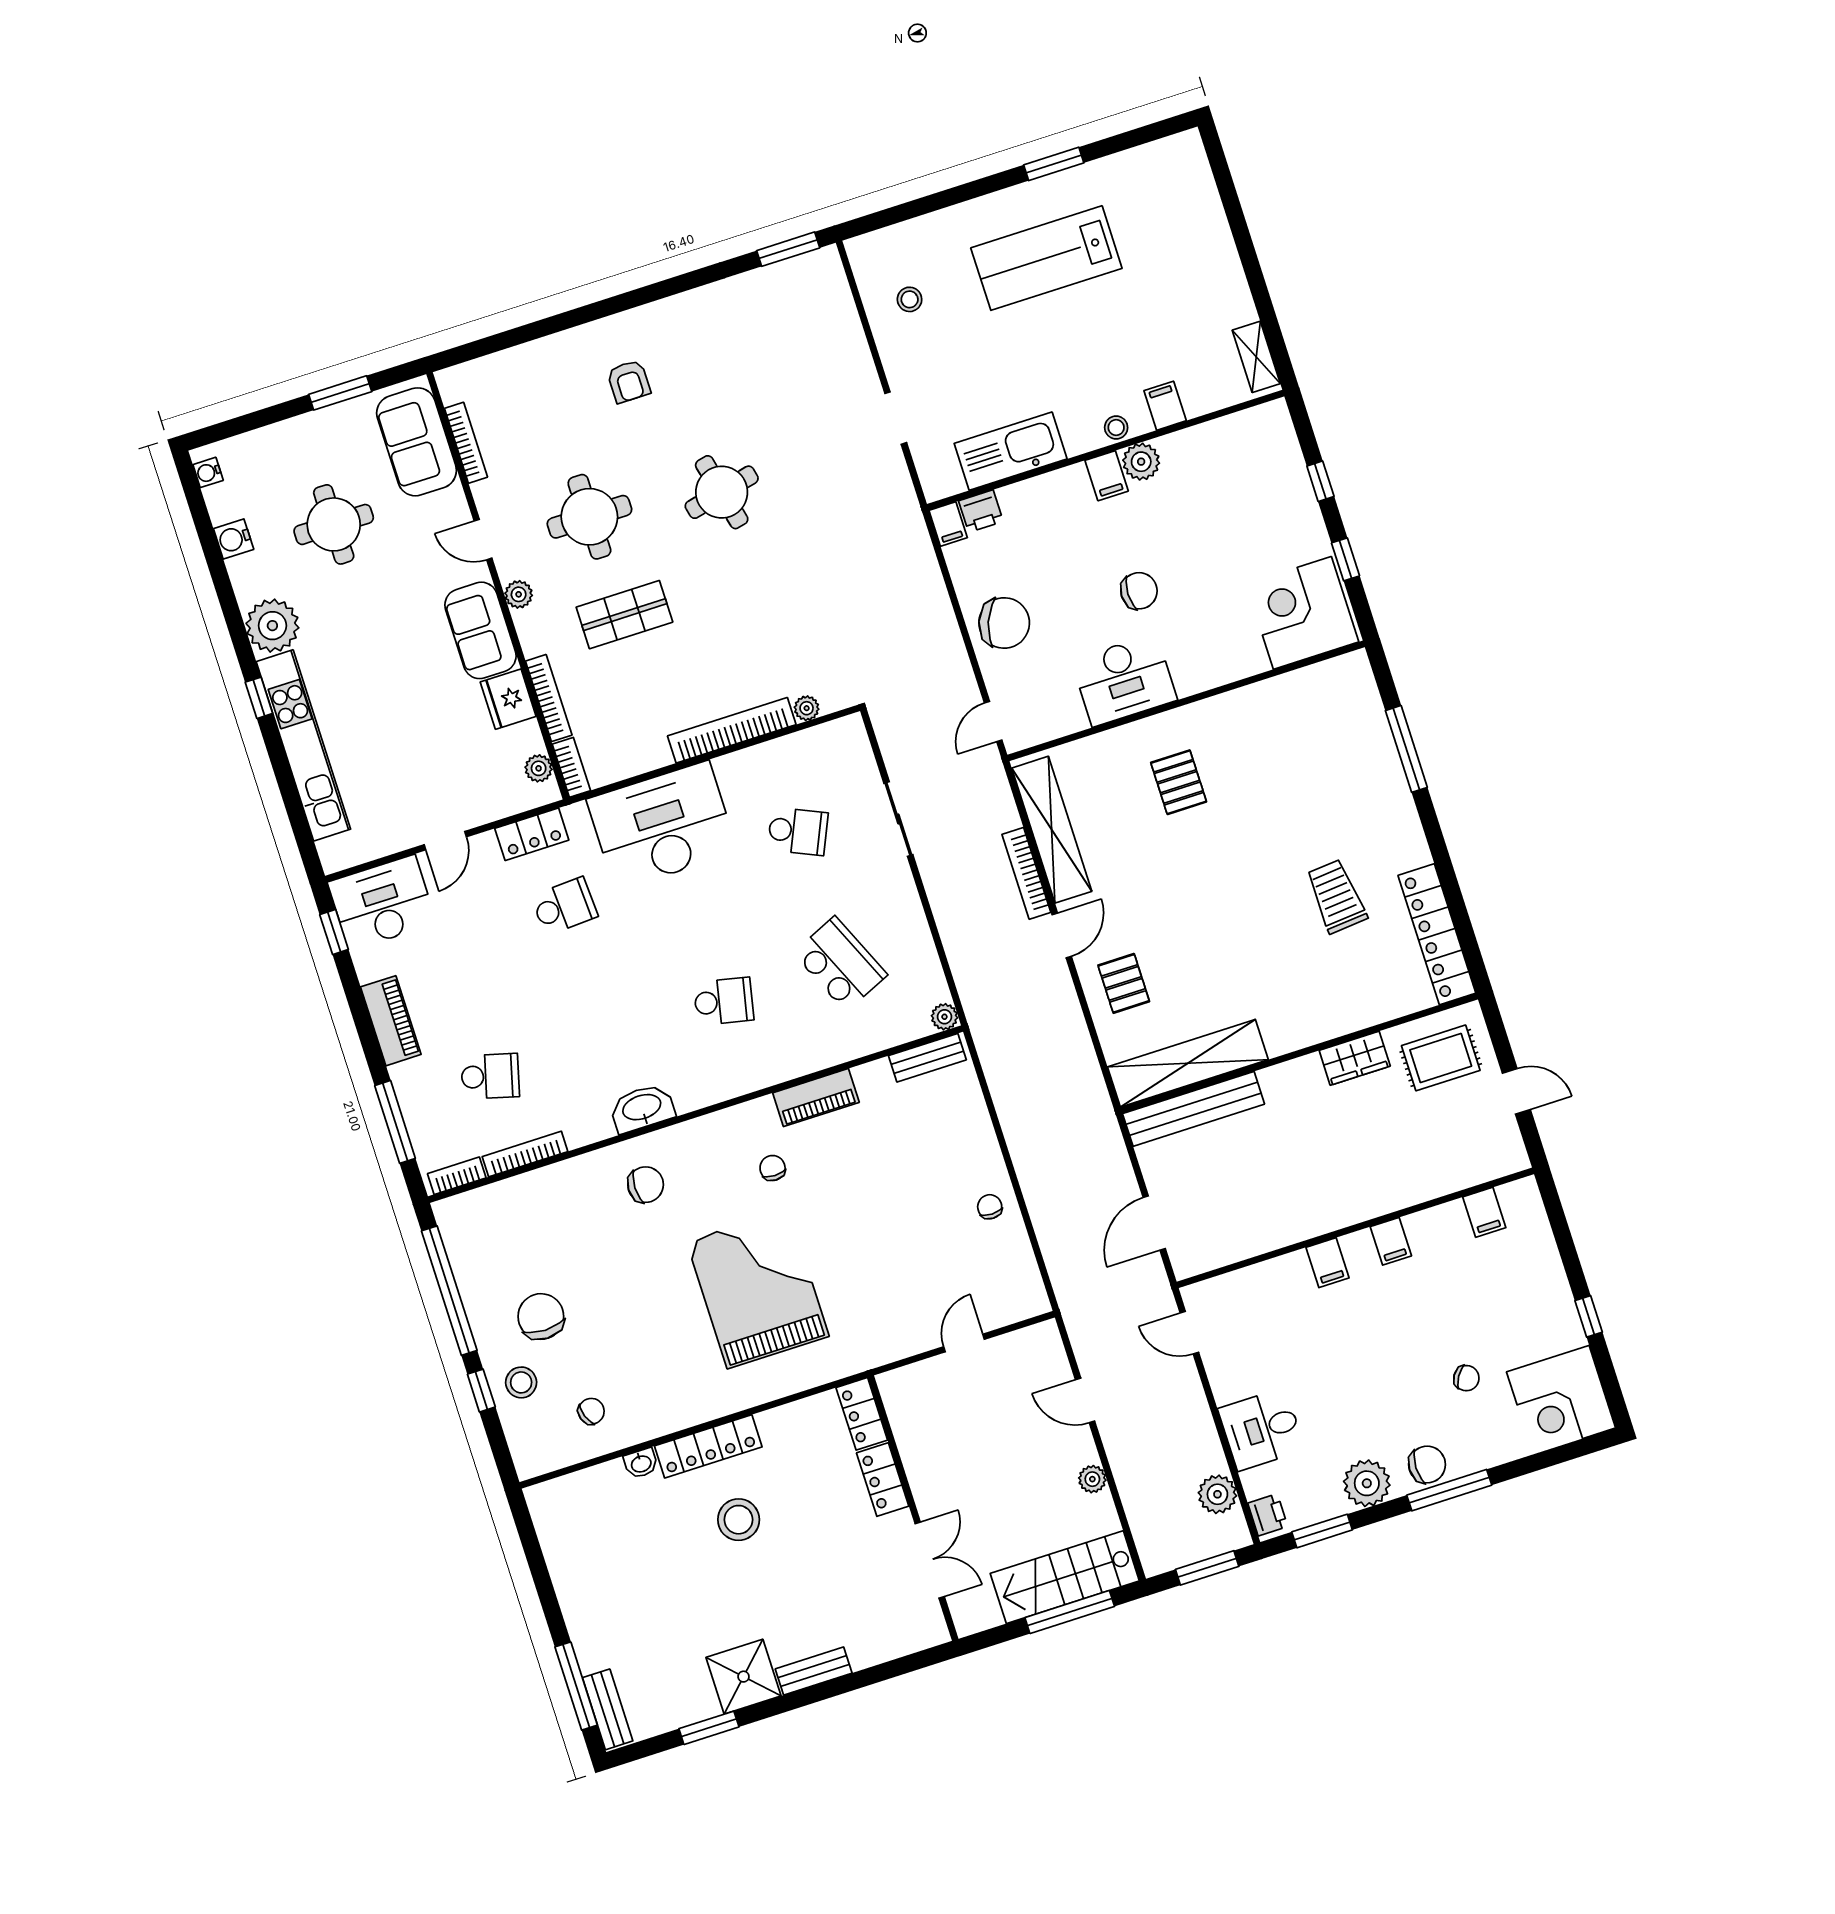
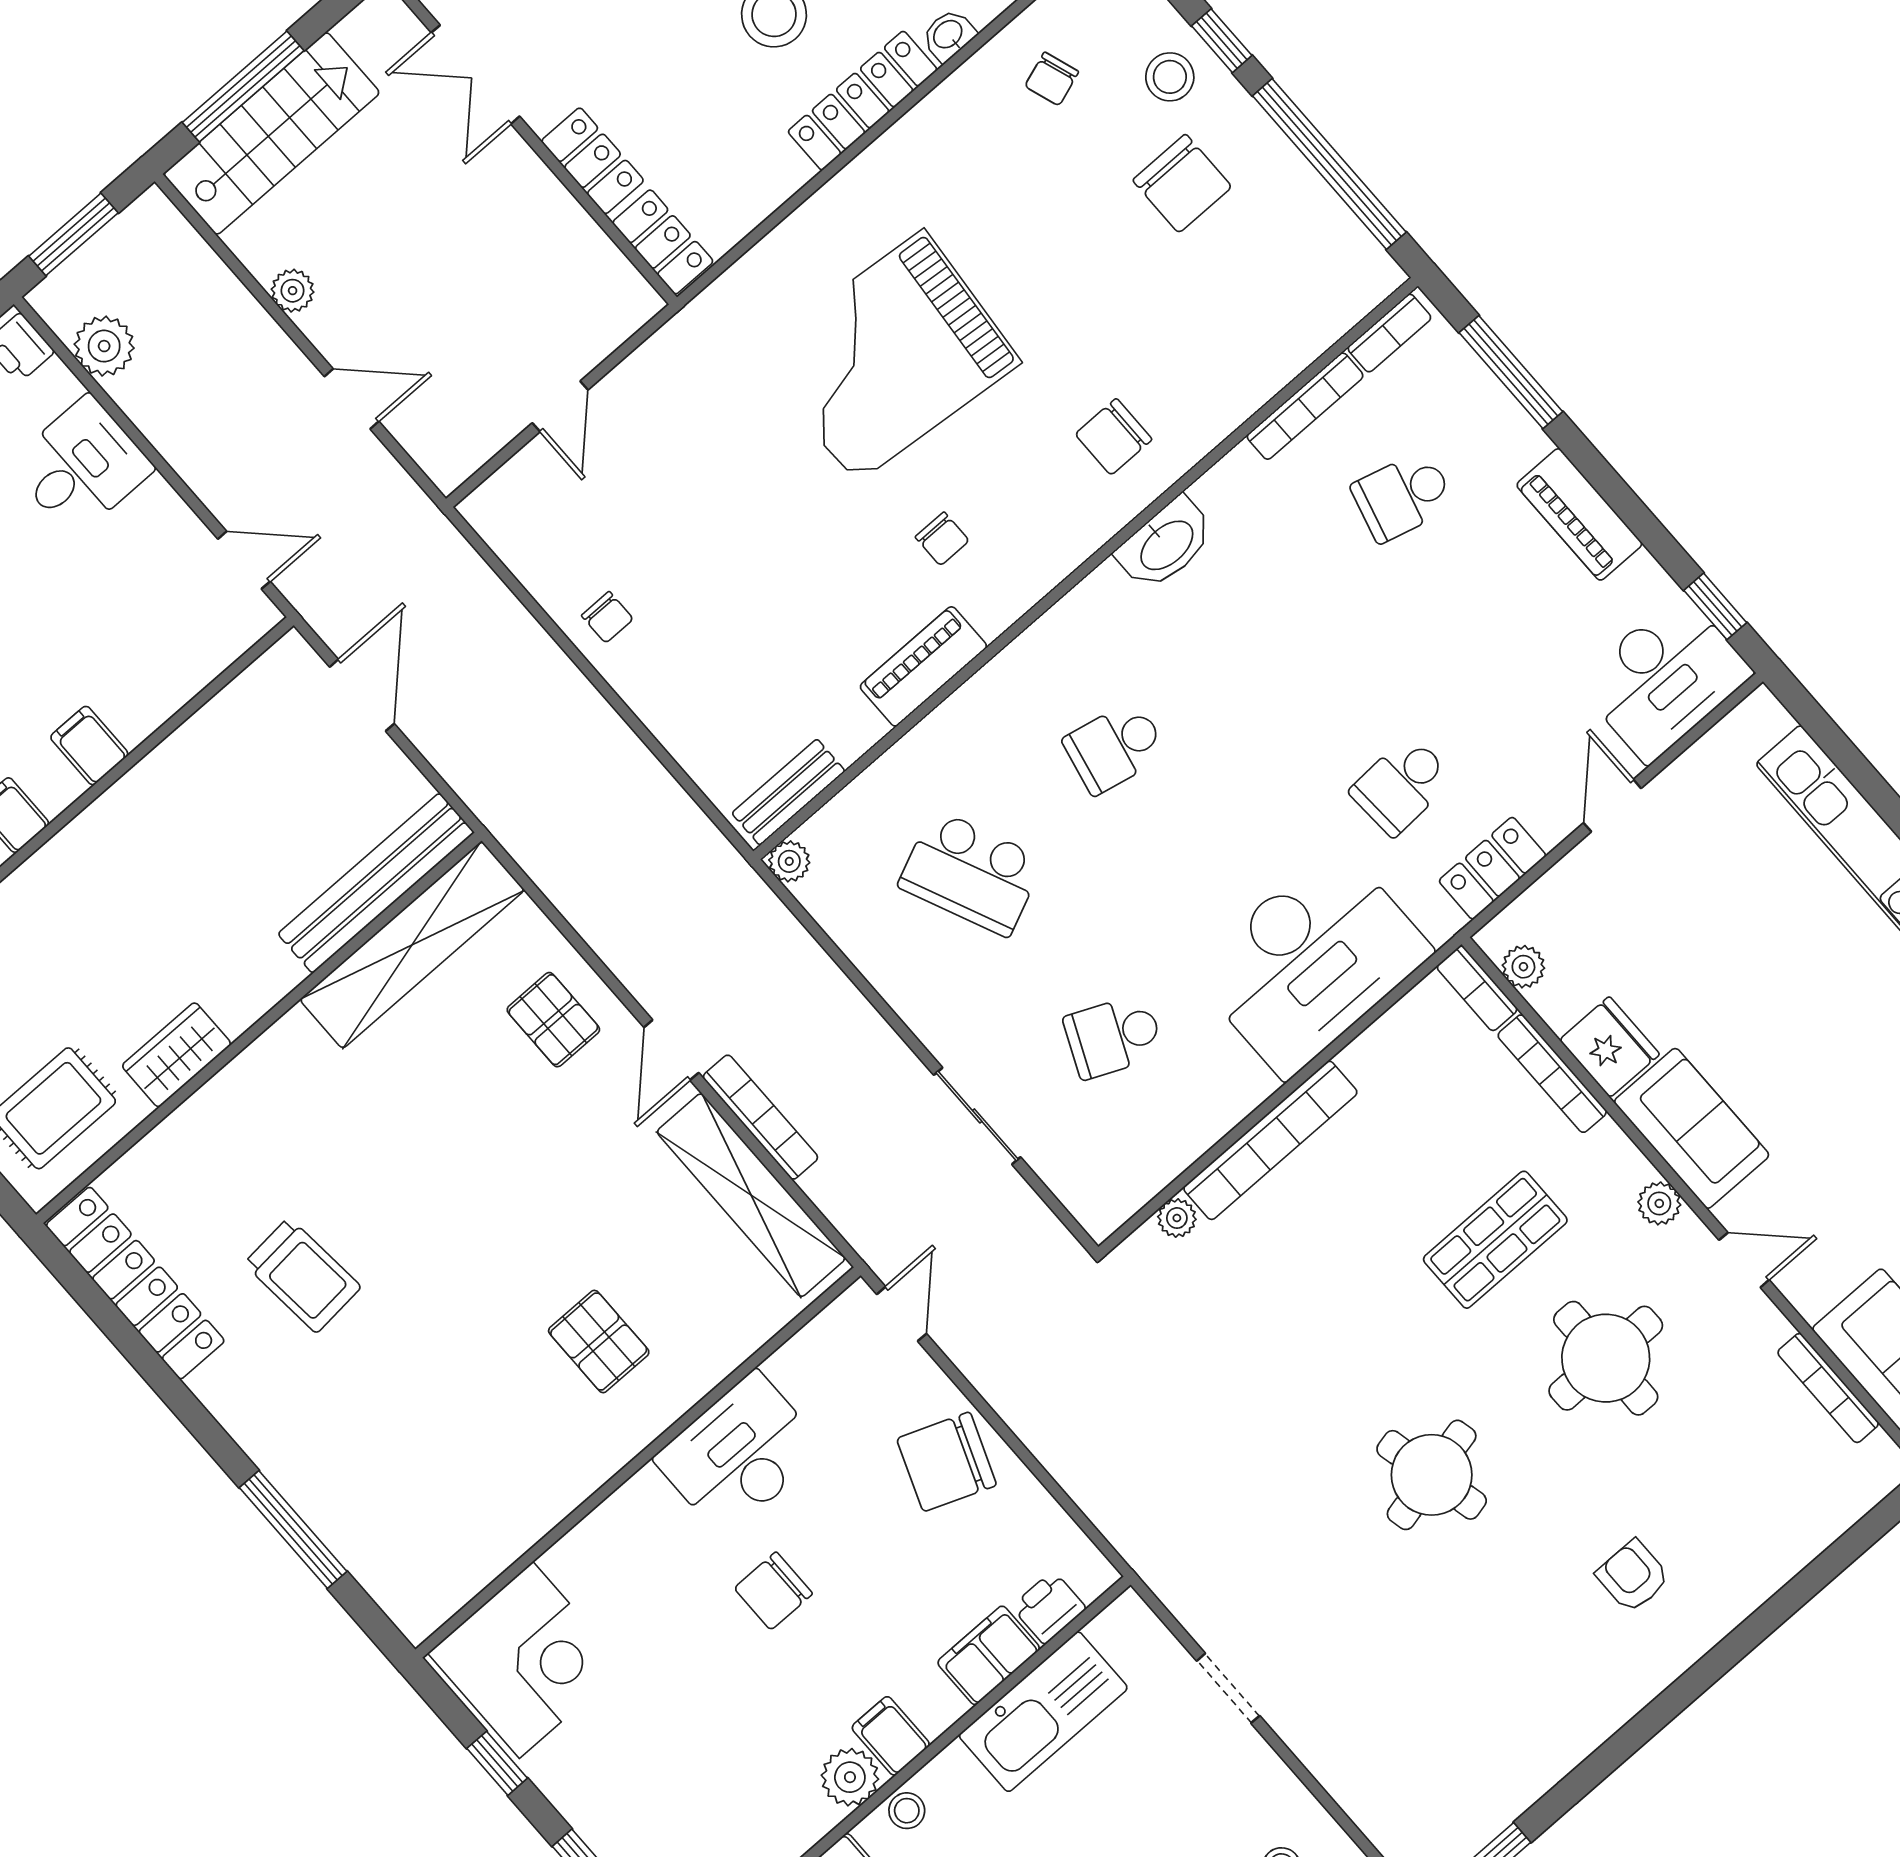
filing cabinet: (948, 524) -> (989, 1655), moved, width x2.00
grand piano: (758, 1289) -> (889, 357), turned 95

